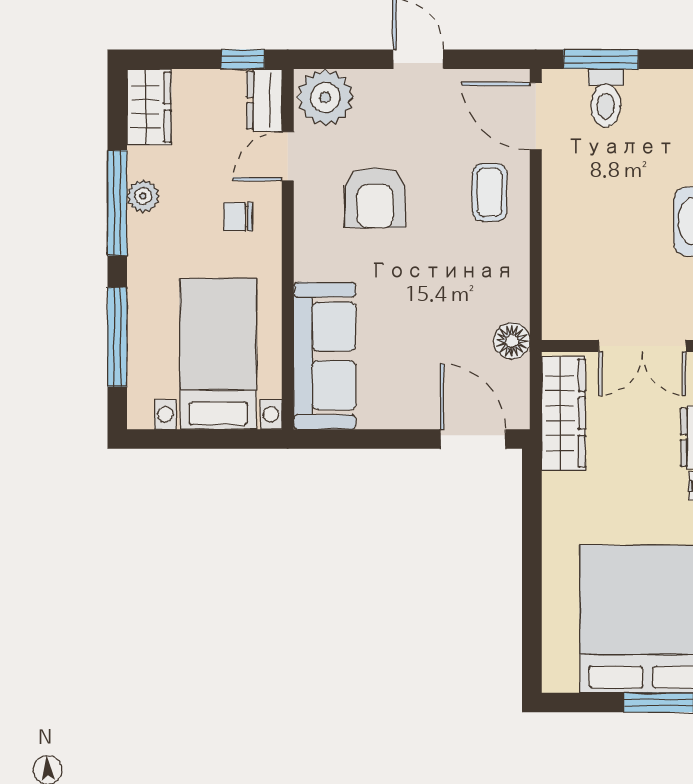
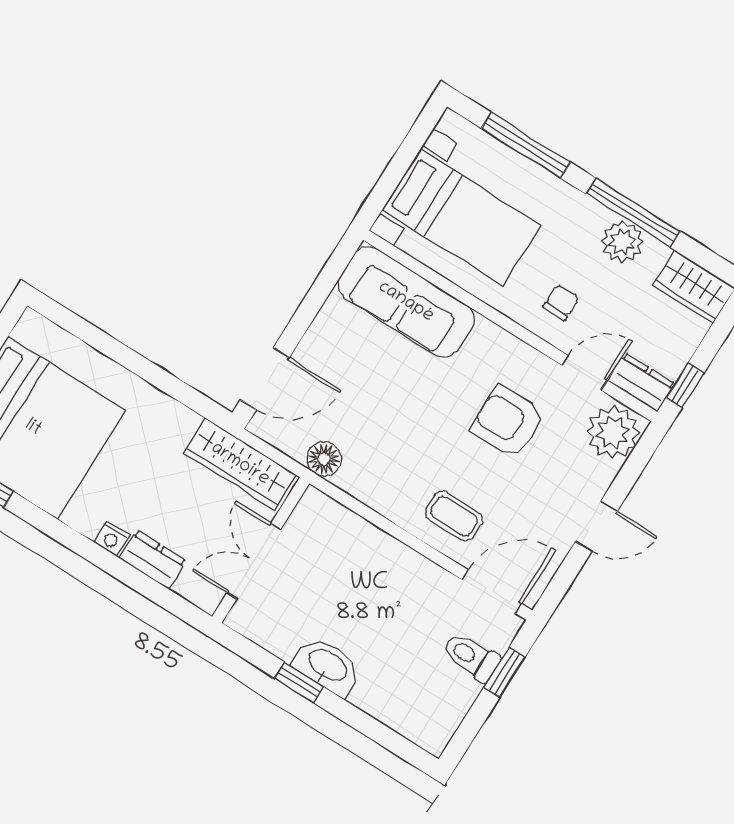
window: (601, 59) -> (504, 672), width x0.67
door: (288, 156) -> (585, 373), hinge flipped
plant: (143, 196) -> (623, 242), width x1.38, depth x1.38

